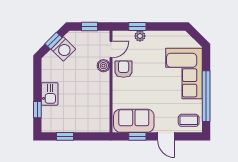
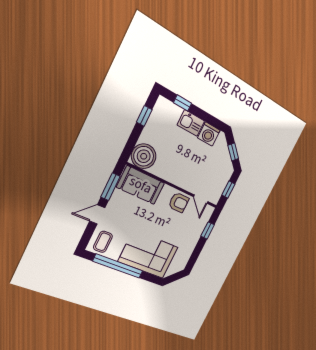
plant: (140, 36) -> (199, 229), removed
washing machine: (63, 49) -> (209, 134), moved, turned -45
boiler: (103, 66) -> (144, 156), moved, width x1.86, depth x1.86
sofa: (134, 121) -> (141, 185), moved, turned 90
window: (137, 136) -> (110, 187), width x1.50

